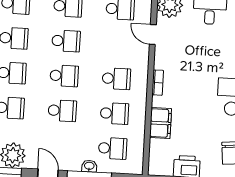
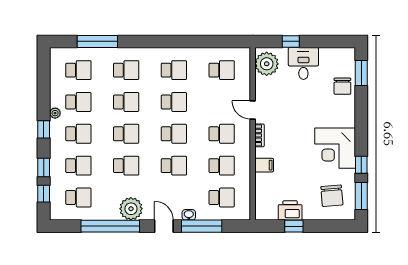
door: (153, 35) -> (253, 110), moved
filing cabinet: (161, 123) -> (264, 165), width x0.50
washbasin: (89, 166) -> (189, 215), moved

